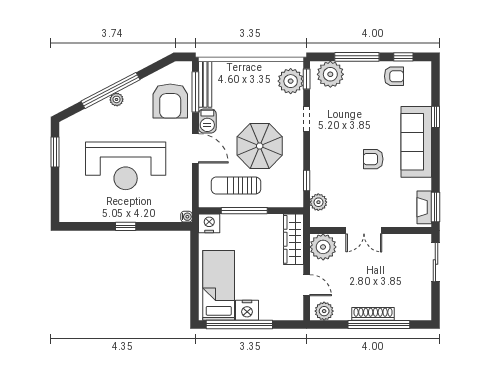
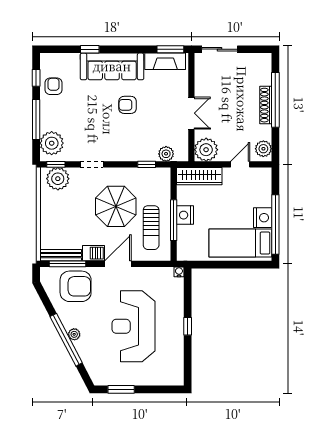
armchair: (373, 159) -> (128, 105), turned 90
reception desk: (126, 166) -> (133, 326), turned 180
fireplace: (424, 207) -> (165, 61), width x1.37, depth x1.32
nightstand: (209, 223) -> (185, 215), moved

